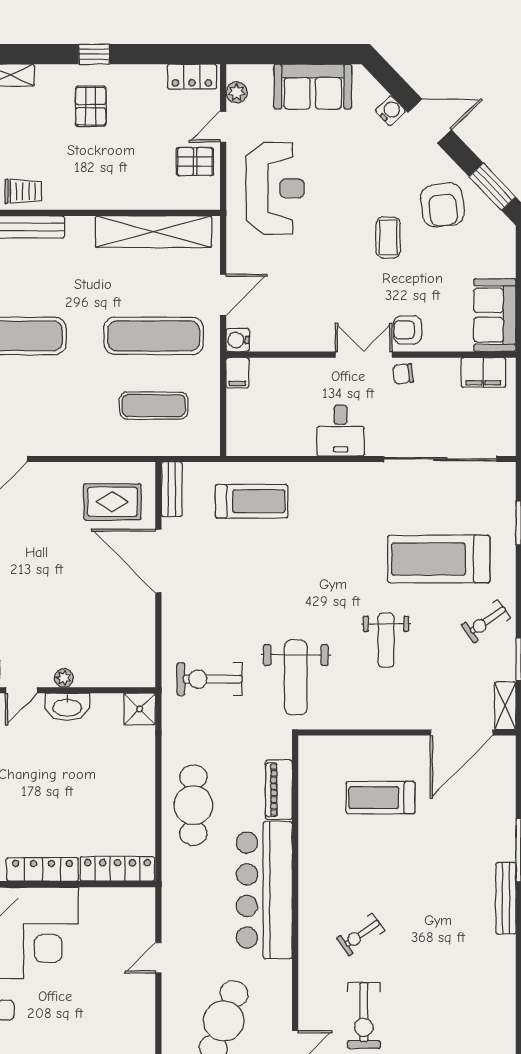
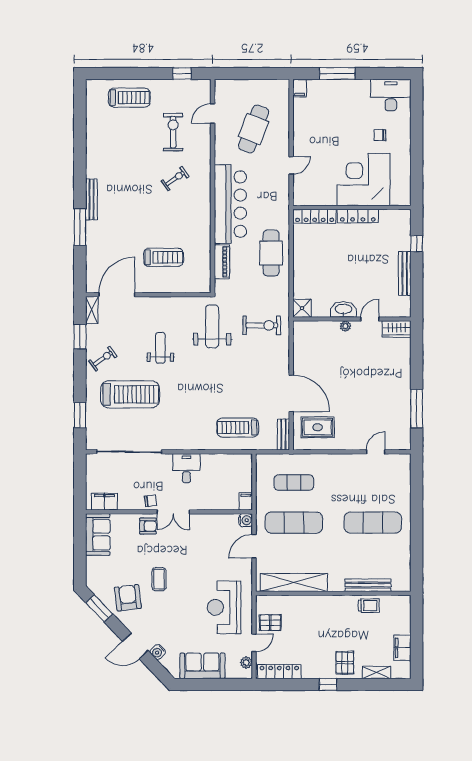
locker: (192, 77) -> (279, 672), width x1.53
pallet: (91, 106) -> (345, 663), moved
trolley: (23, 191) -> (369, 606), turned 180

